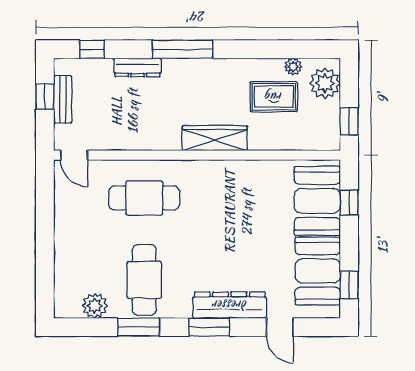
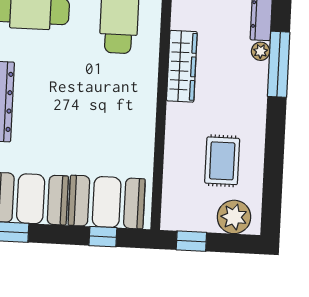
plant: (293, 67) -> (261, 51), moved
wardrobe: (215, 138) -> (182, 66), moved

